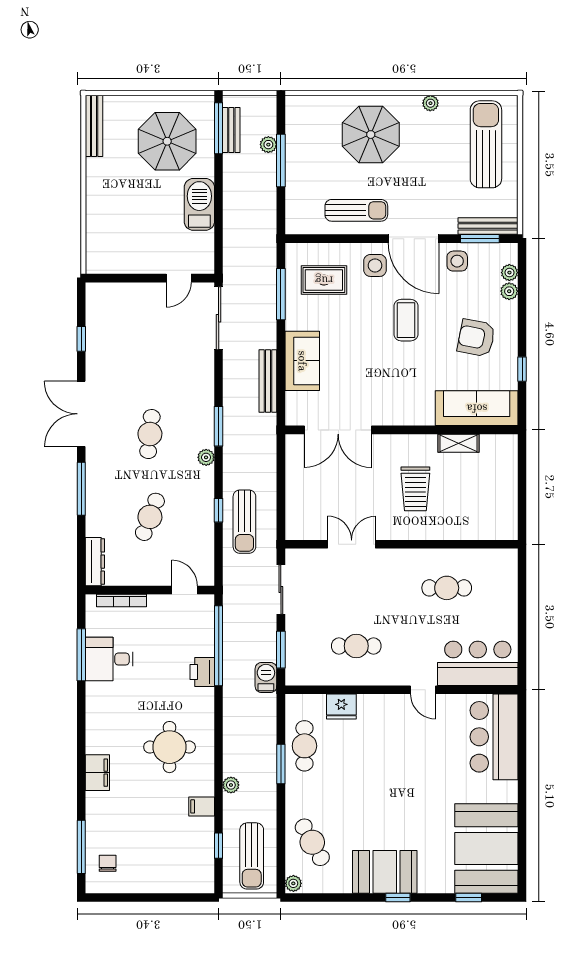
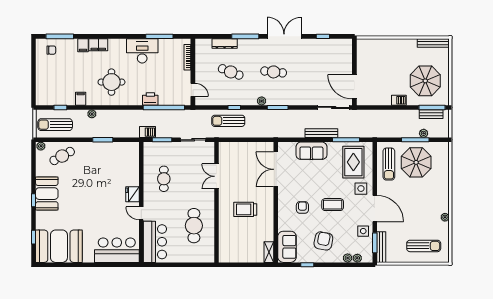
parasol: (371, 135) -> (416, 162), moved
sun lounger: (486, 144) -> (424, 246), width x0.73, depth x0.75
barbecue: (199, 204) -> (399, 100), width x0.53, depth x0.65
sun lounger: (356, 210) -> (389, 164), moved
door: (414, 239) -> (375, 208), swing flipped
door: (179, 278) -> (354, 87), width x1.87
rug: (324, 280) -> (353, 162), width x1.36, depth x1.43
armchair: (412, 378) -> (302, 207), added
bench: (268, 381) -> (321, 133), moved
sofa: (477, 408) -> (287, 247), width x0.73
shelving: (458, 443) -> (269, 252), moved
double door: (352, 544) -> (217, 176), swing flipped
dresser: (95, 562) -> (225, 43), moved
cafe table: (447, 588) -> (194, 226), width x1.37, depth x1.35
door: (185, 590) -> (193, 90), hinge flipped
desk: (109, 659) -> (142, 51), moved, width x1.37
door: (423, 690) -> (141, 213), hinge flipped
fridge: (341, 706) -> (132, 194), moved
cafe table: (304, 746) -> (112, 152), removed
filing cabinet: (98, 802) -> (83, 45), added

